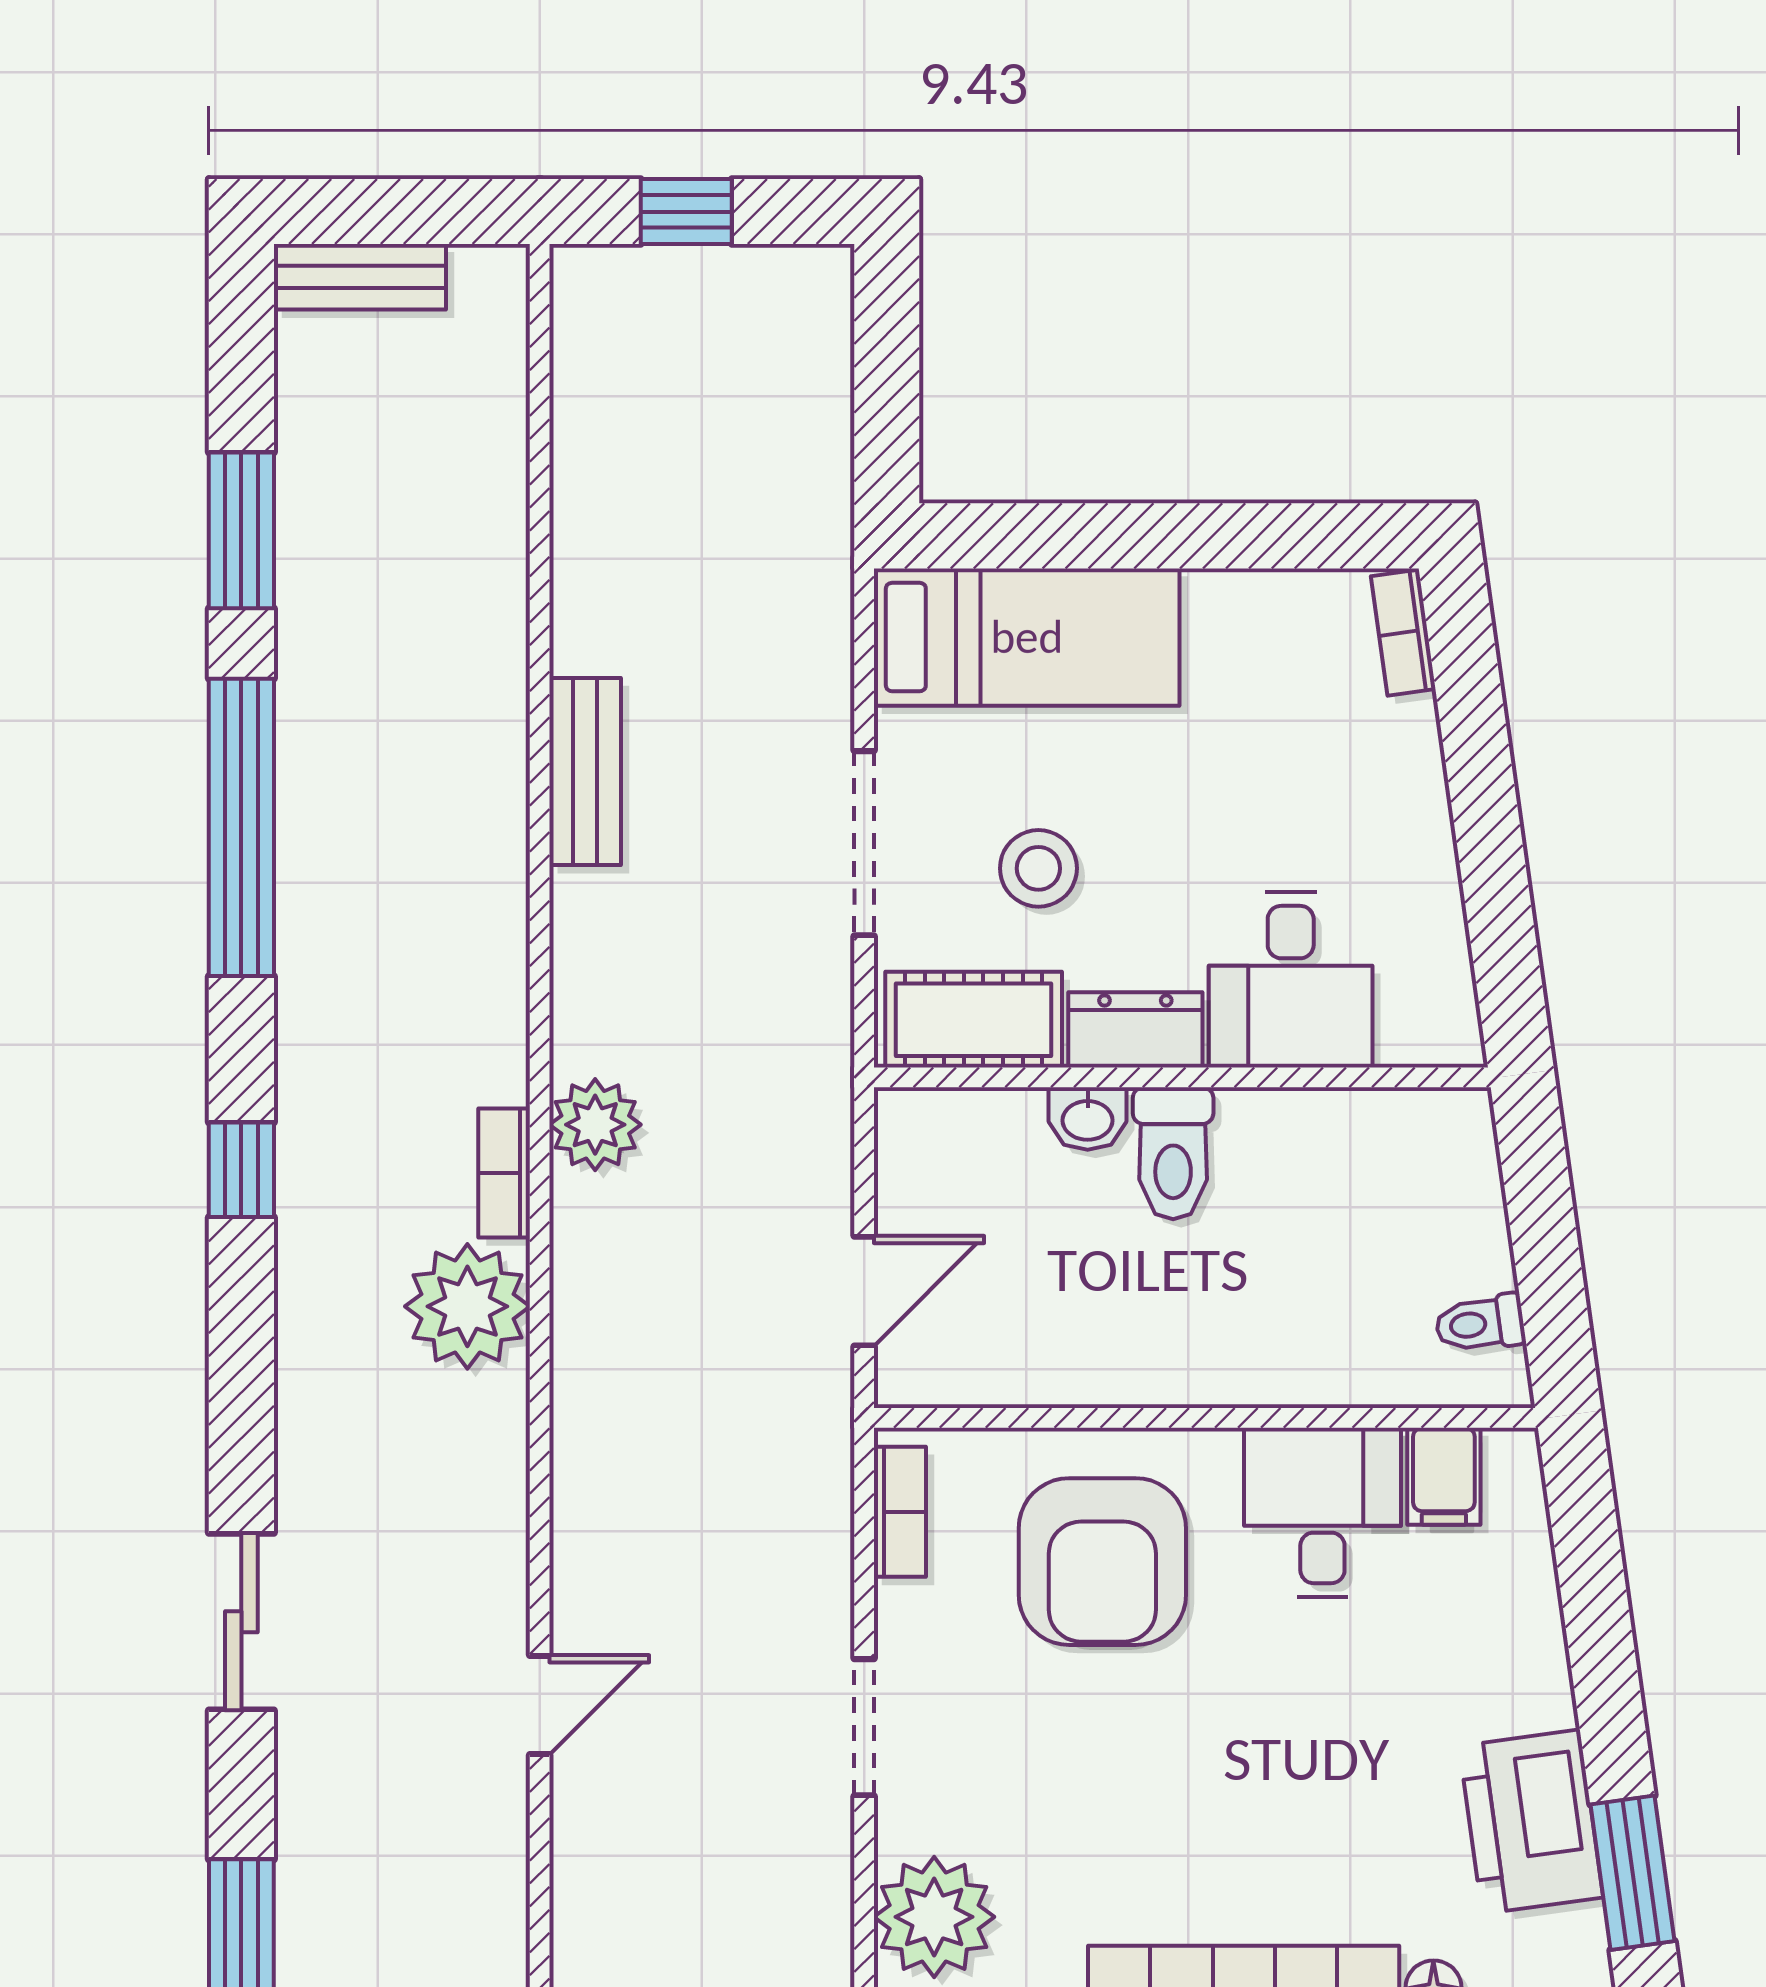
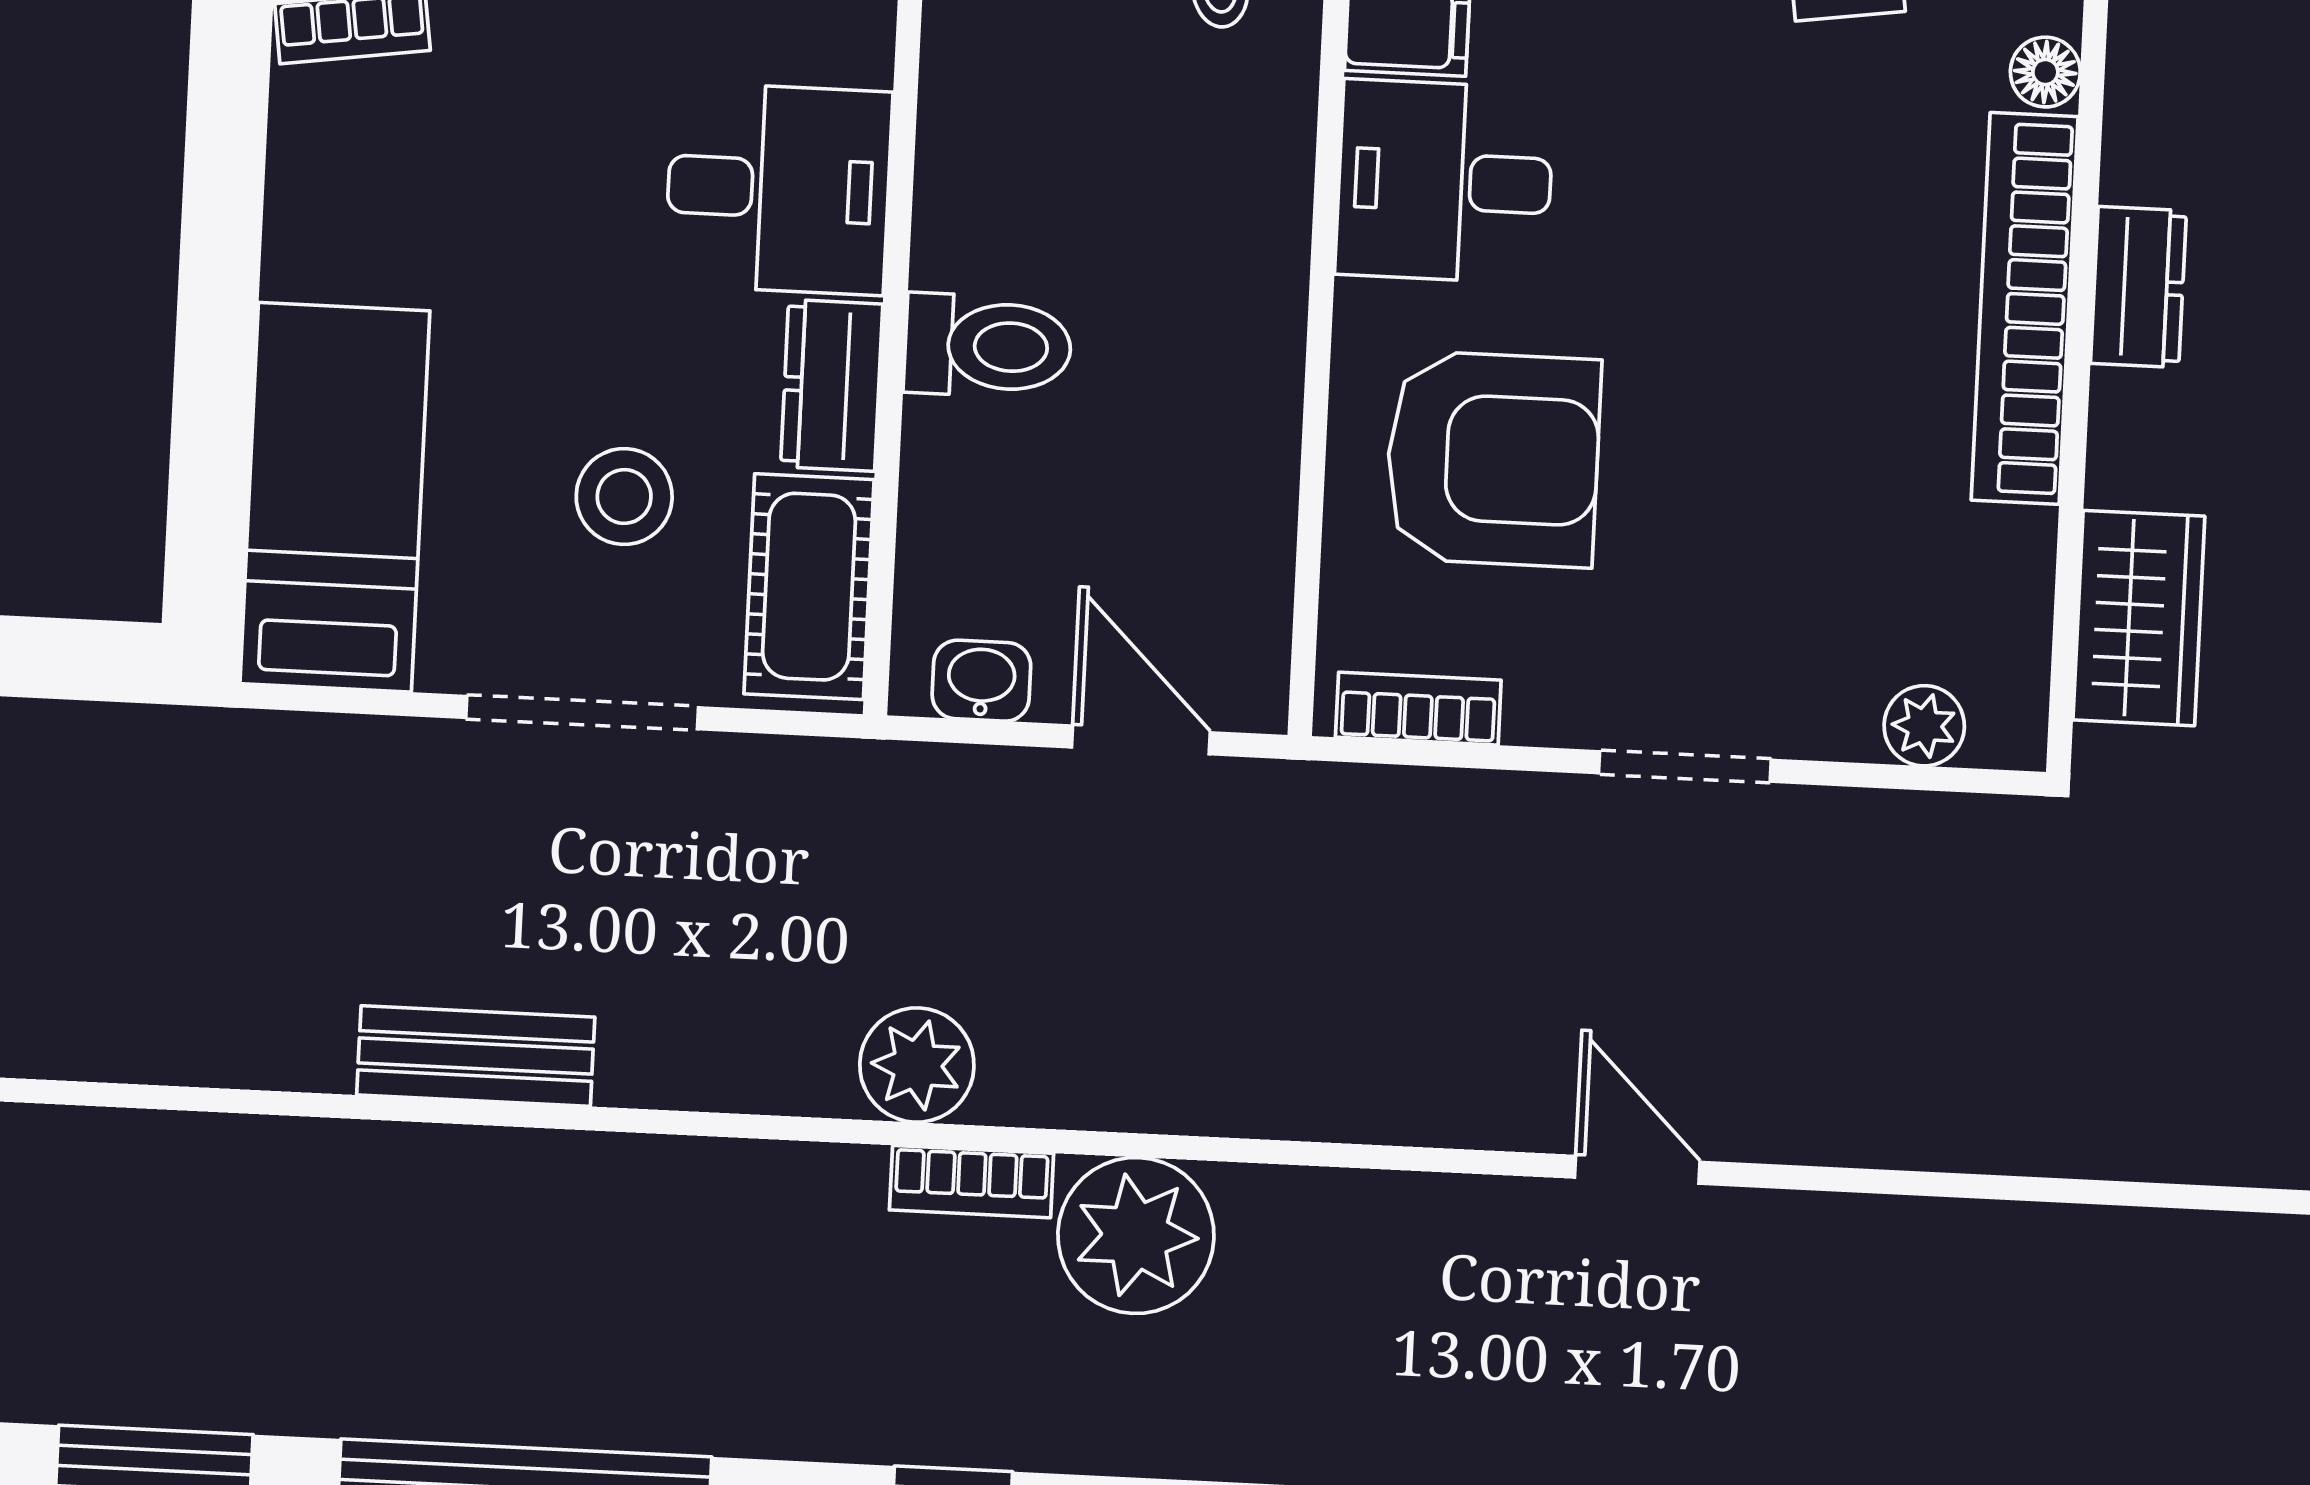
washbasin: (1088, 1119) -> (981, 681), moved, turned -90
plant: (934, 1917) -> (1924, 726), width x0.53, depth x0.53

